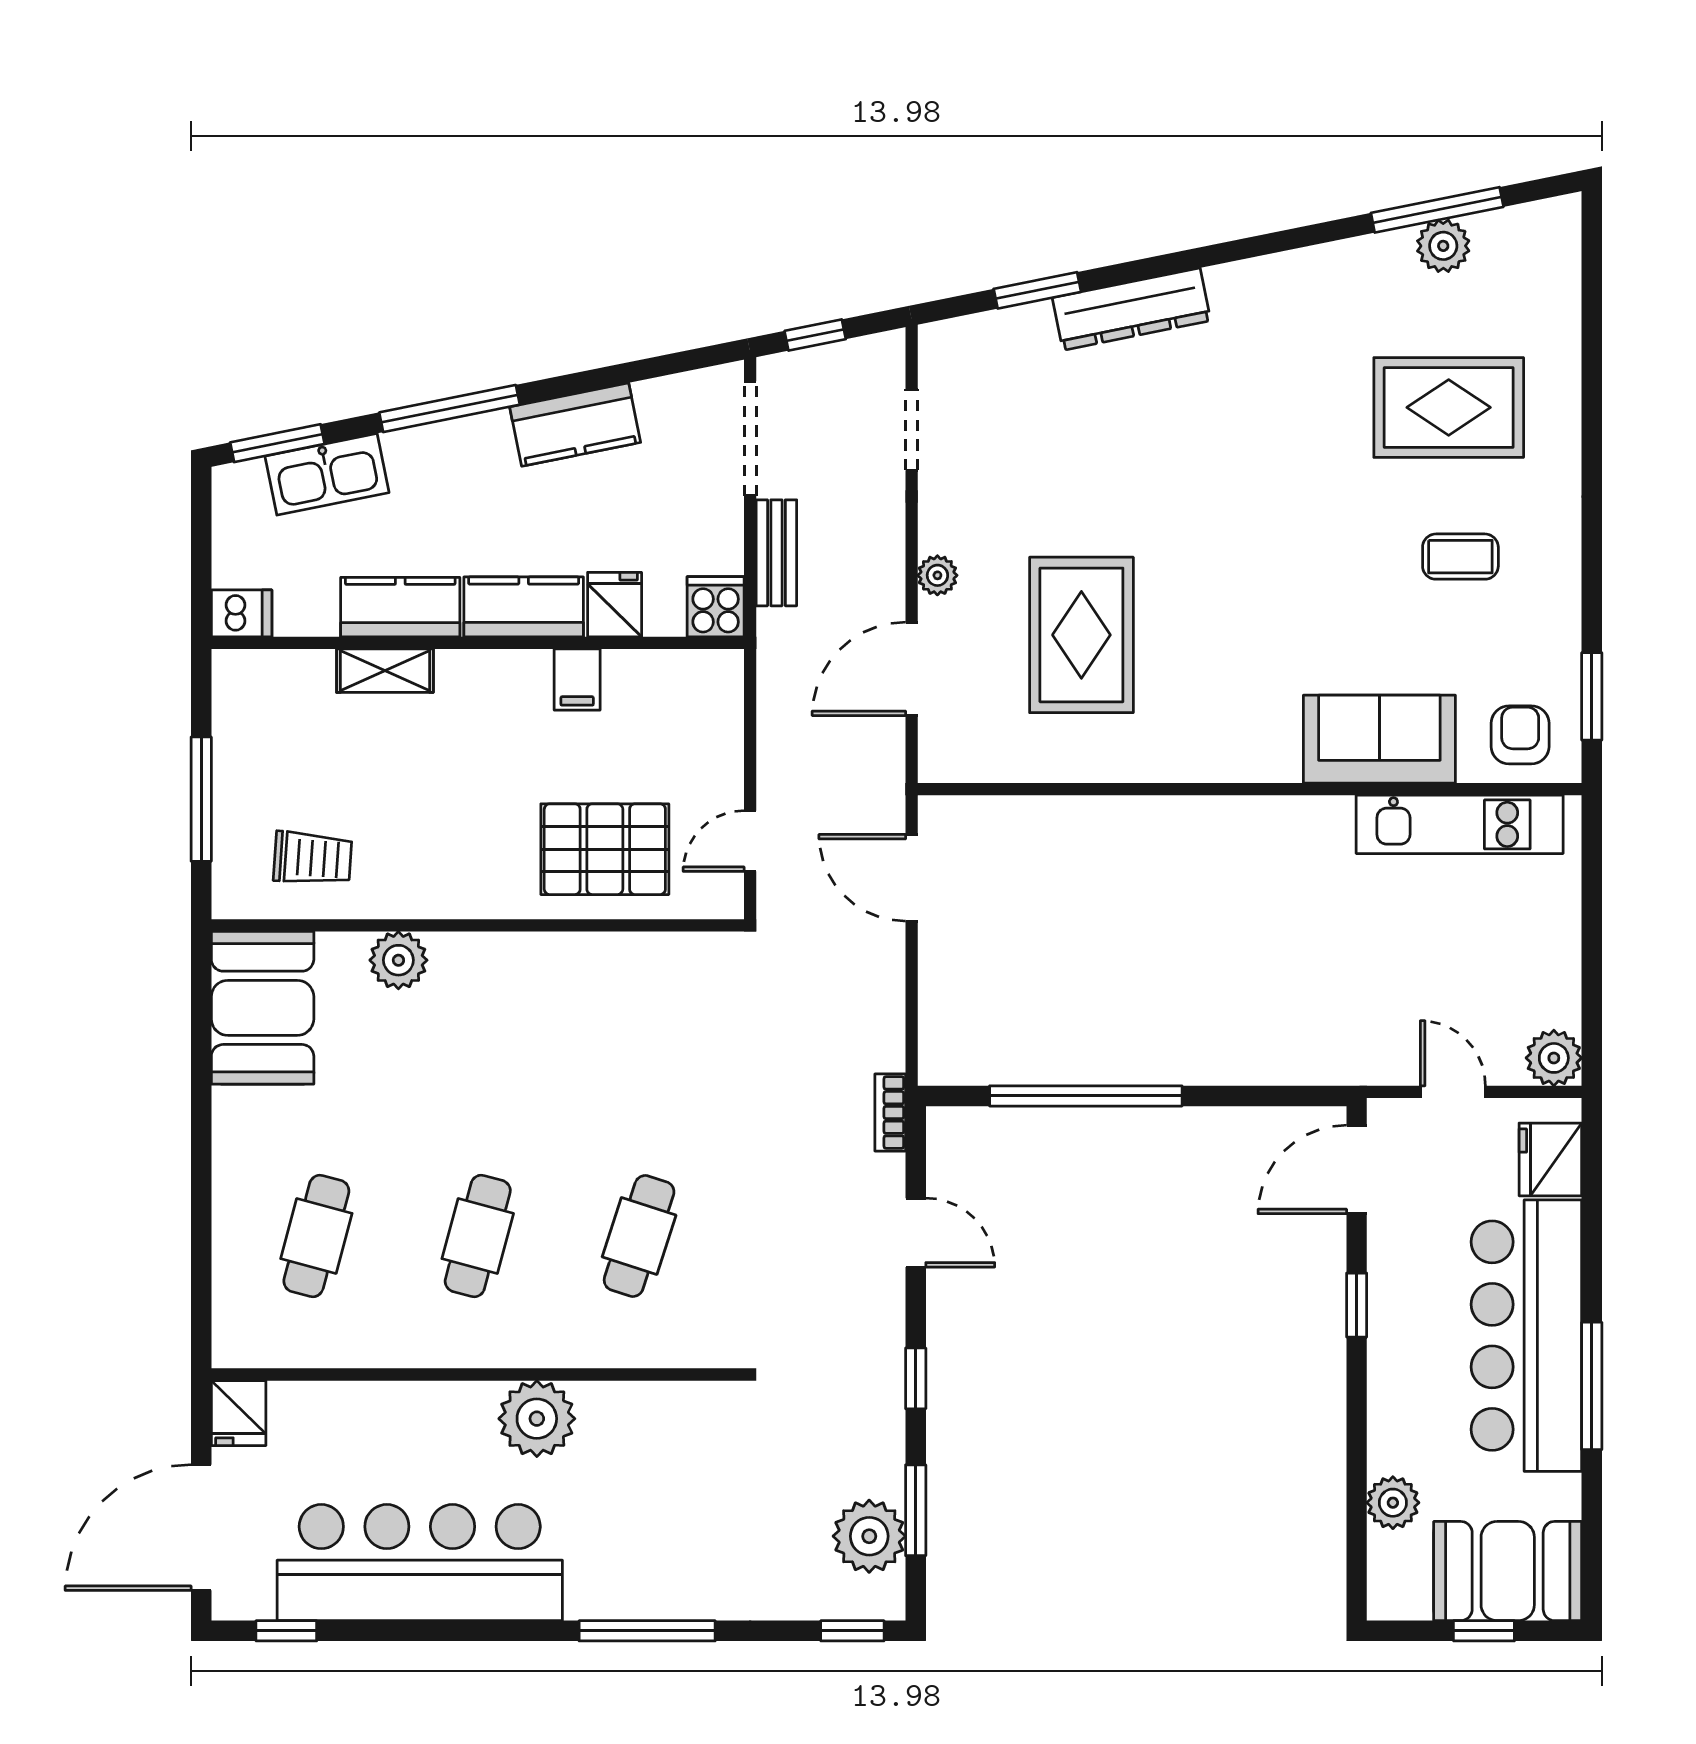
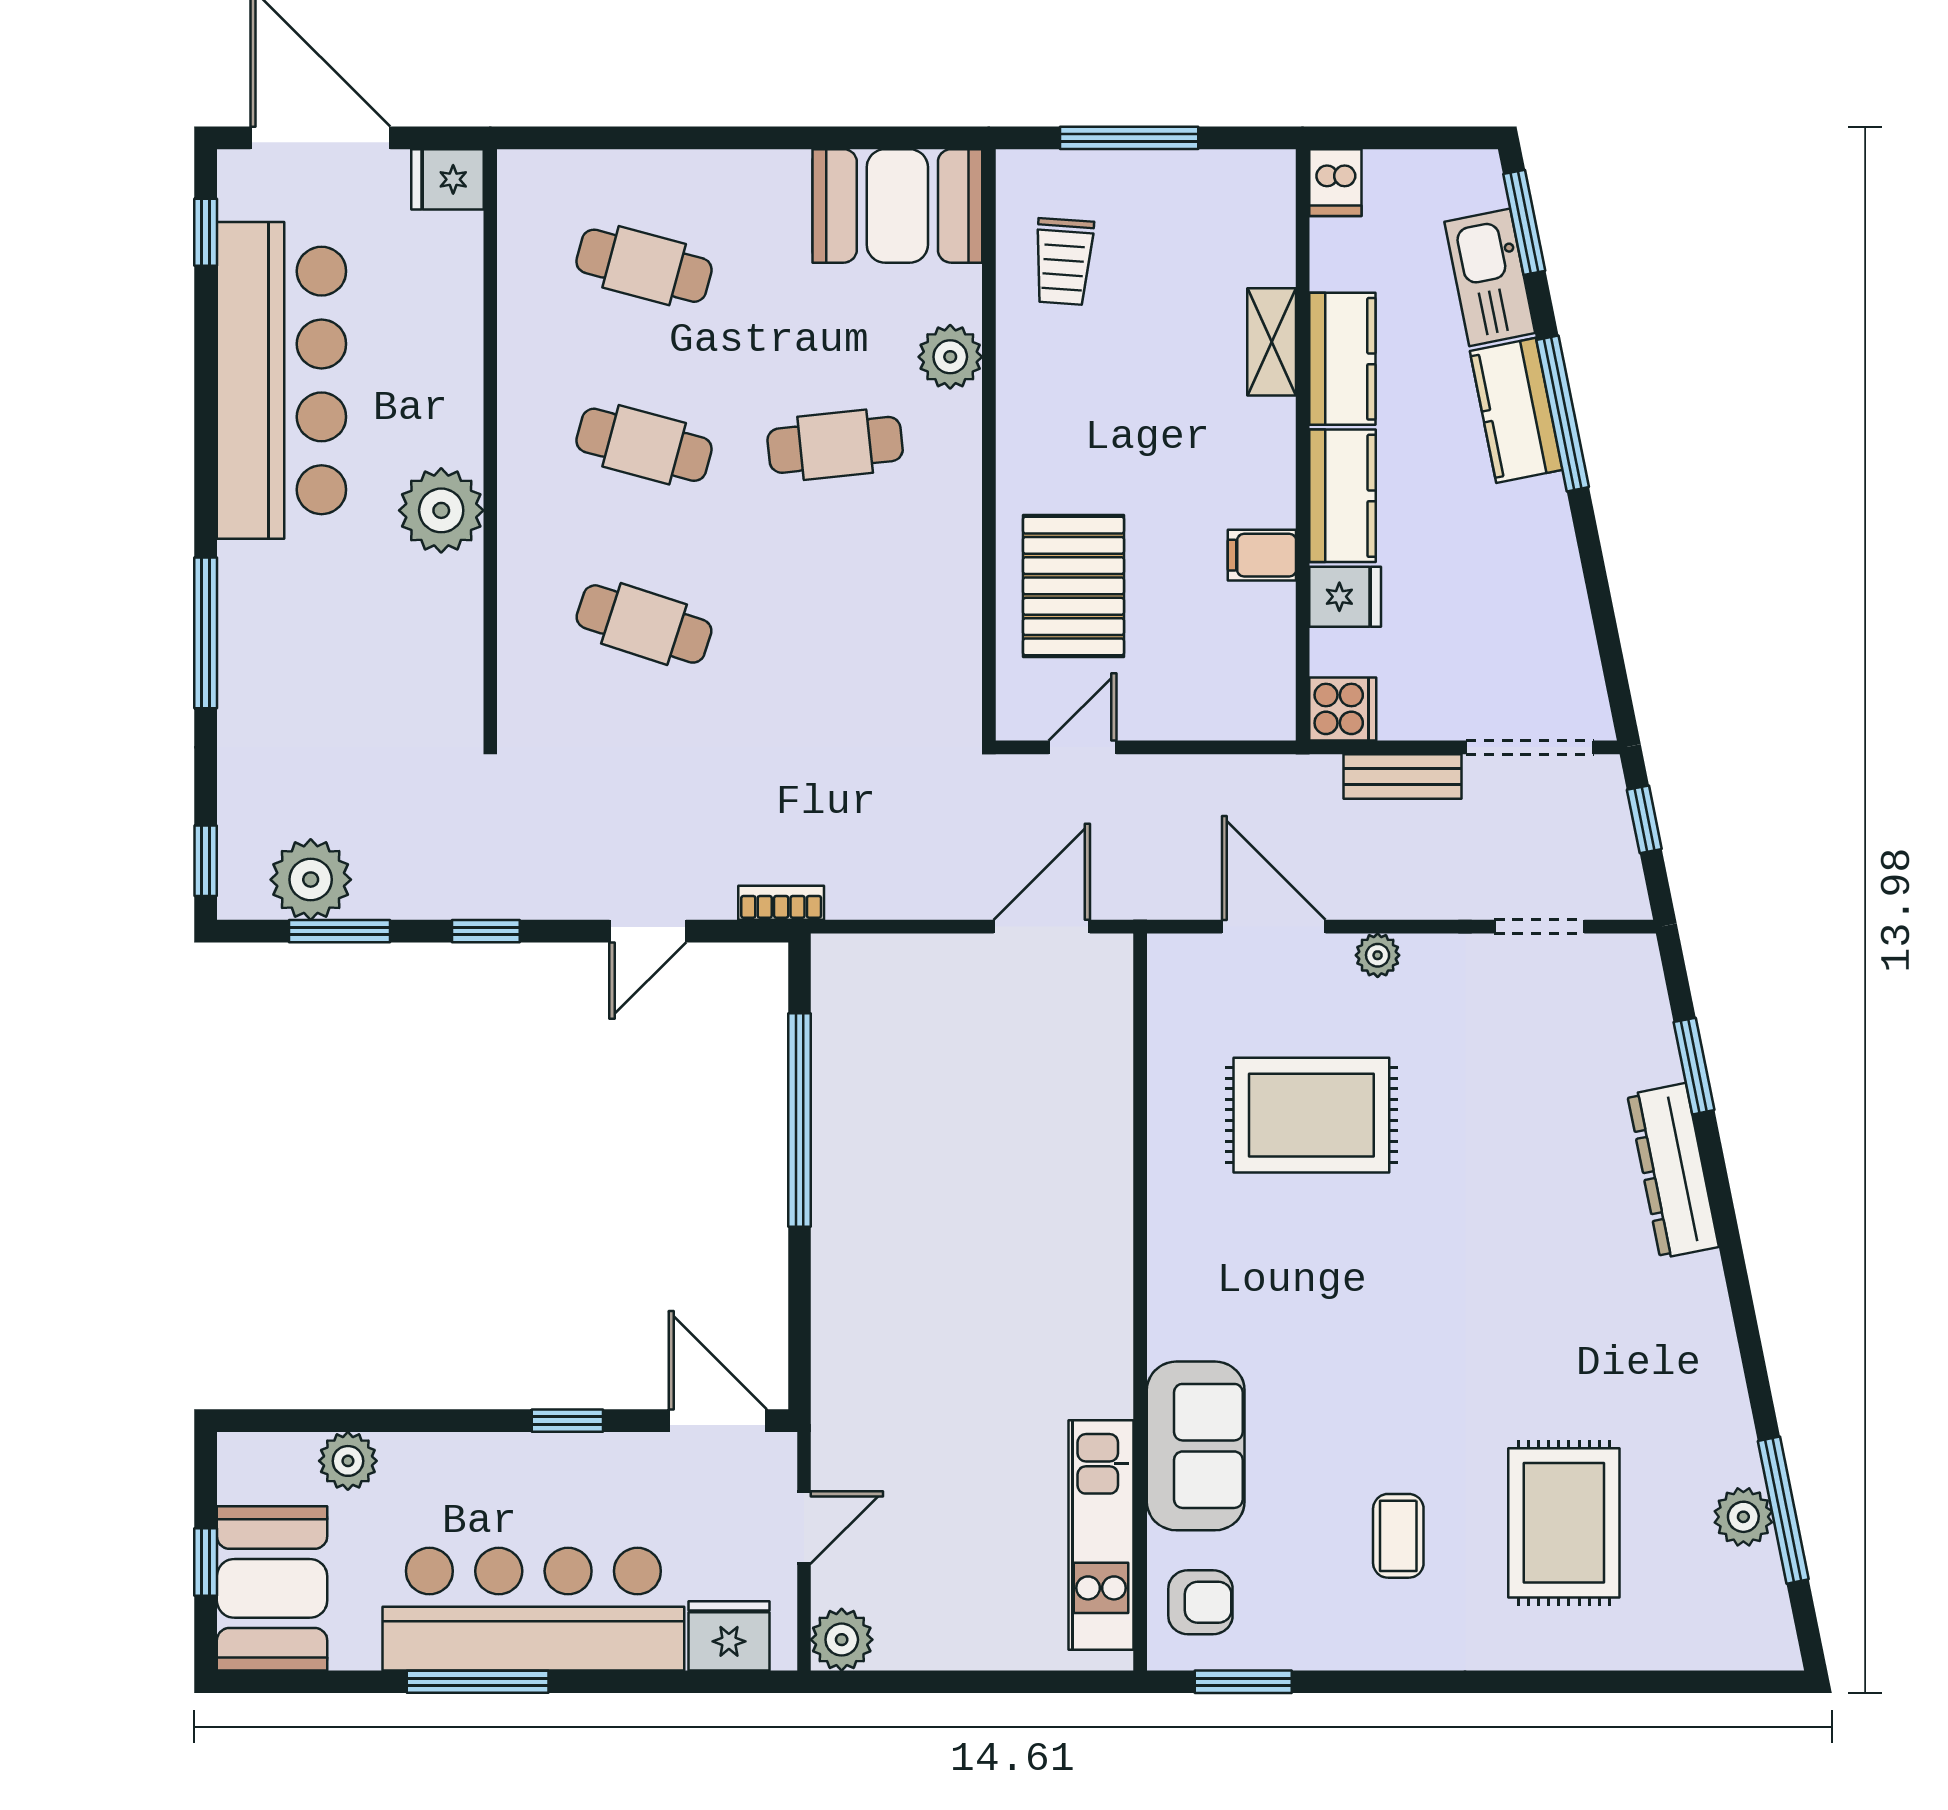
kitchen counter: (575, 425) -> (1516, 410), moved
door: (750, 841) -> (1083, 747), hinge flipped
cafe table: (478, 1064) -> (835, 445), added

